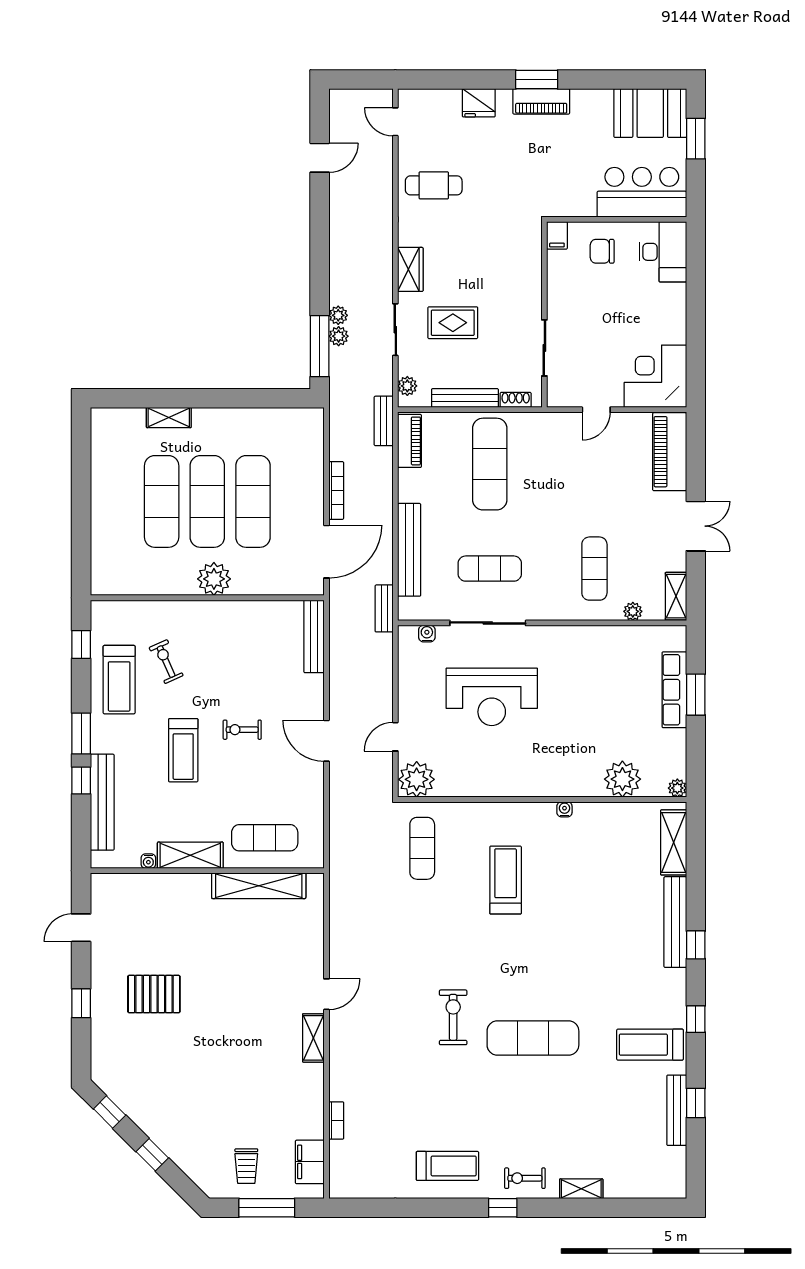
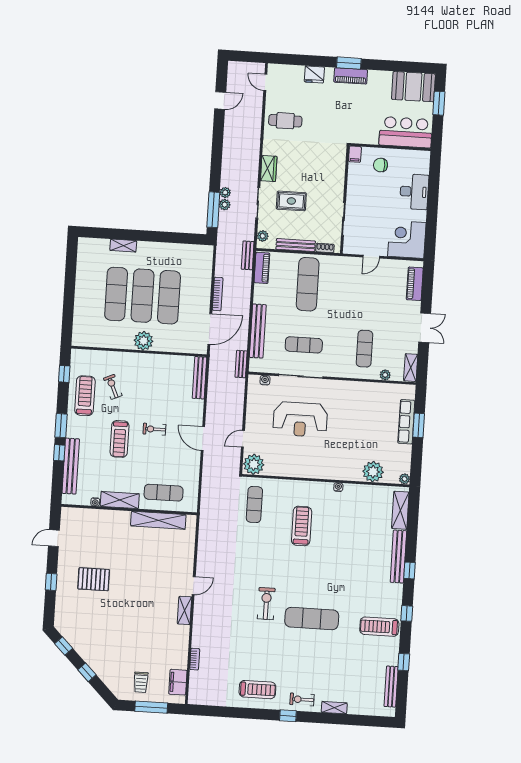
desk: (663, 252) -> (414, 192), moved
piano: (670, 452) -> (415, 284), width x0.73, depth x0.75
treadmill: (119, 680) -> (85, 396), turned 180
bench: (677, 1110) -> (391, 687), moved

